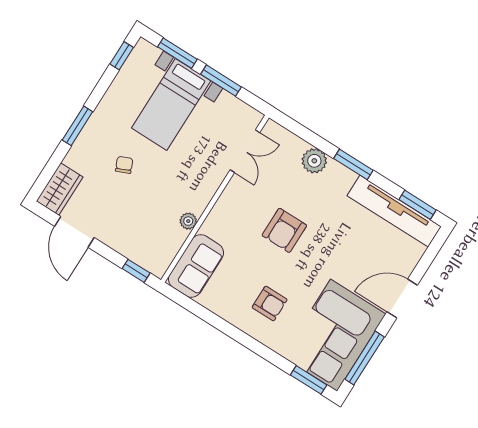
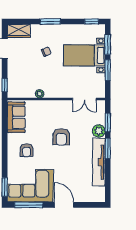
window: (417, 205) -> (108, 123), moved
tv unit: (394, 211) -> (99, 162), moved
armchair: (284, 230) -> (61, 137), turned -89
sofa: (196, 266) -> (16, 117), moved, turned -90

